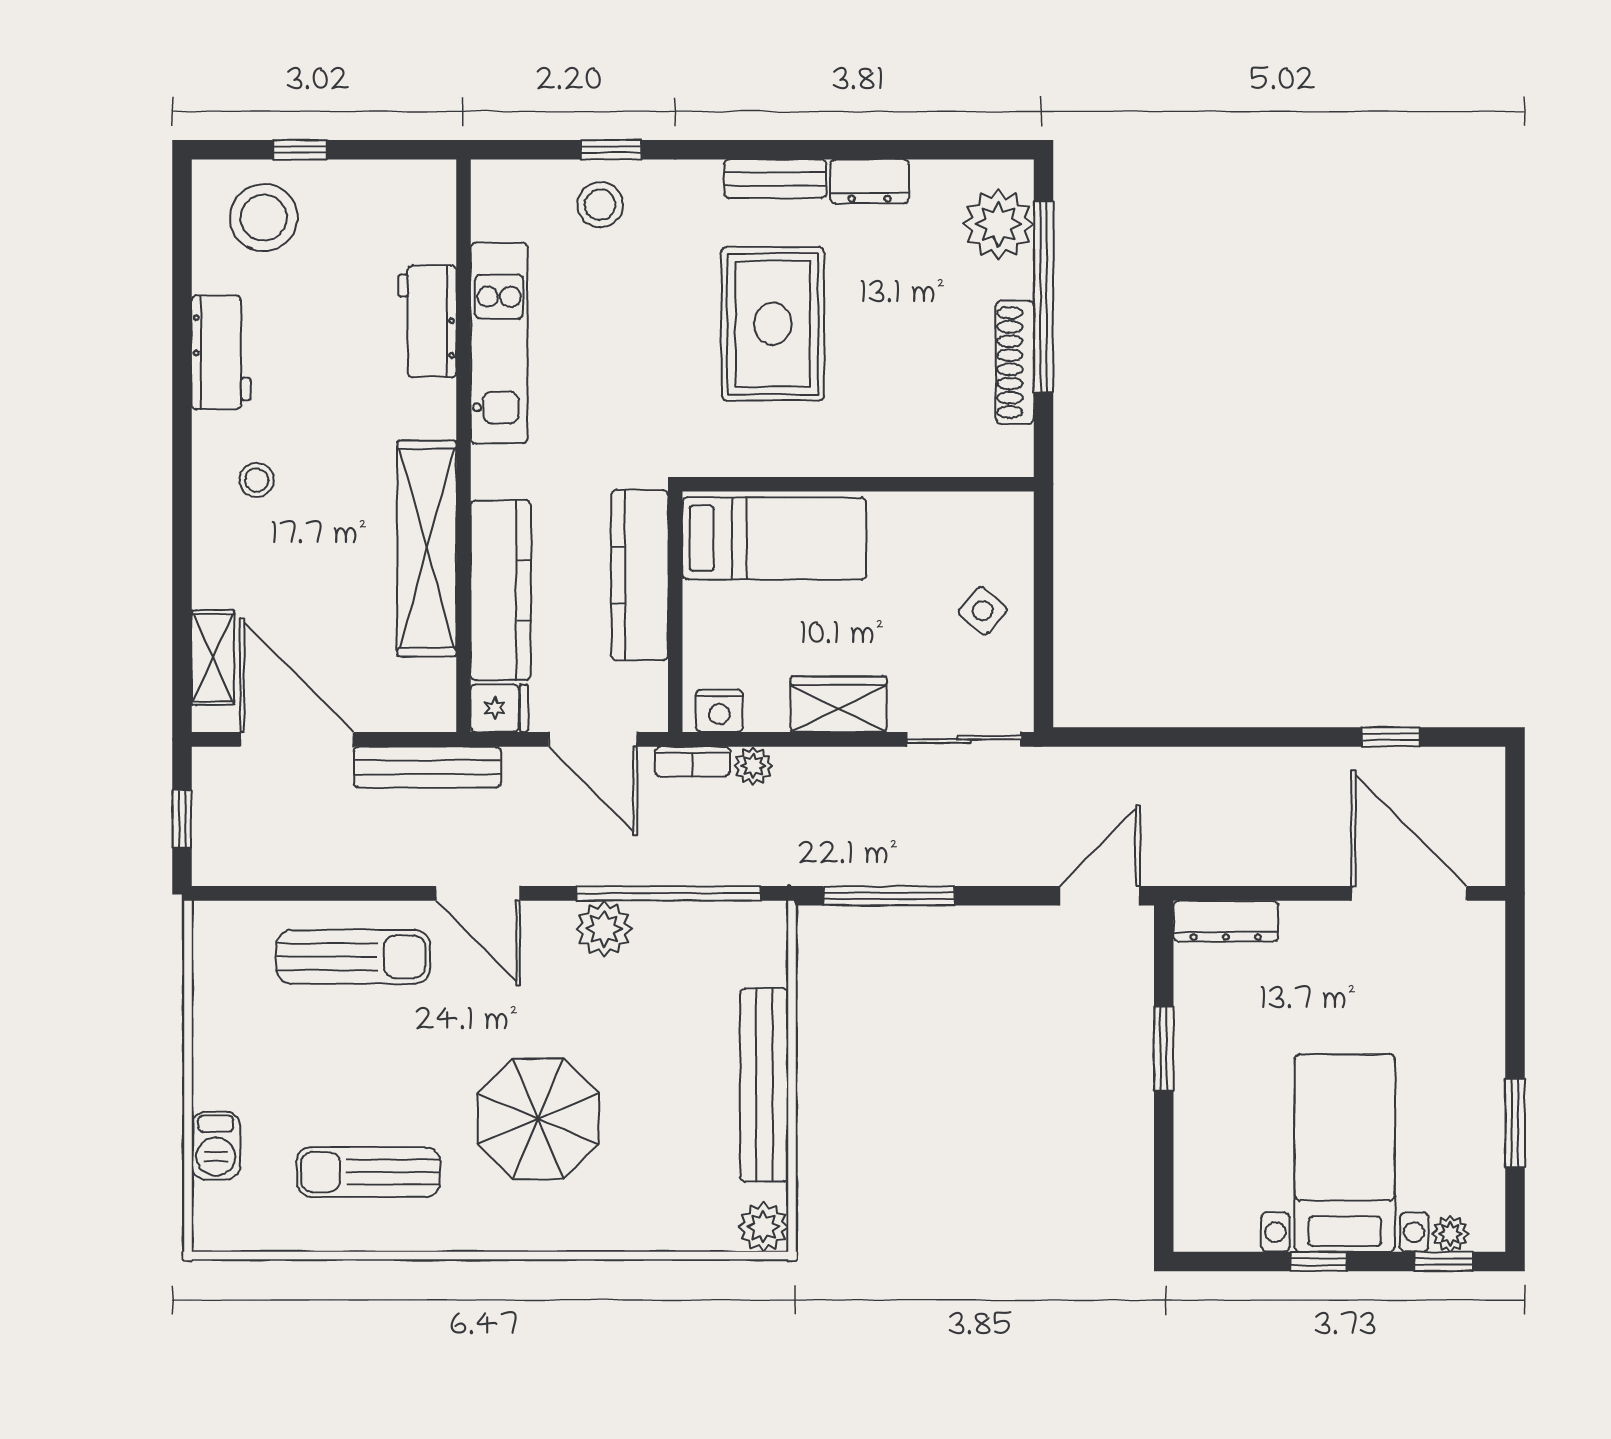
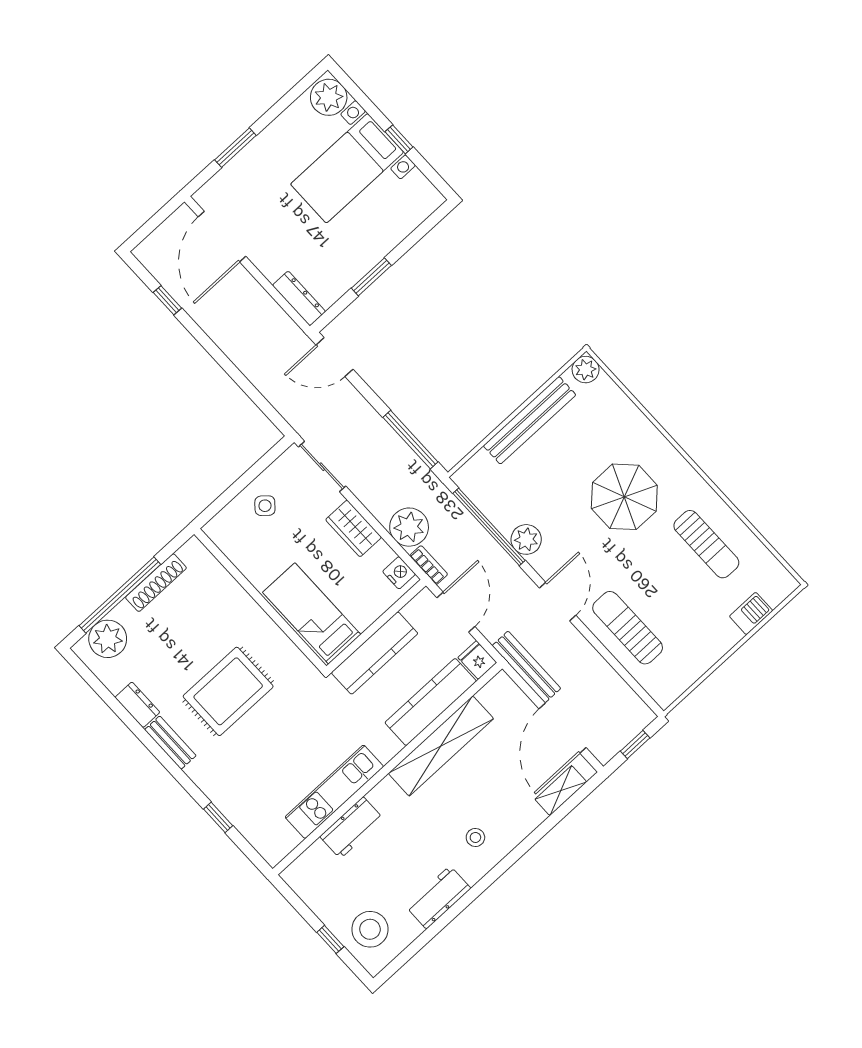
stool: (600, 205) -> (244, 802), removed
plant: (753, 766) -> (409, 527), width x1.88, depth x1.88
window: (1515, 1123) -> (235, 148), moved
plant: (1450, 1234) -> (329, 97), width x1.87, depth x1.87
window: (1443, 1262) -> (354, 90), removed

